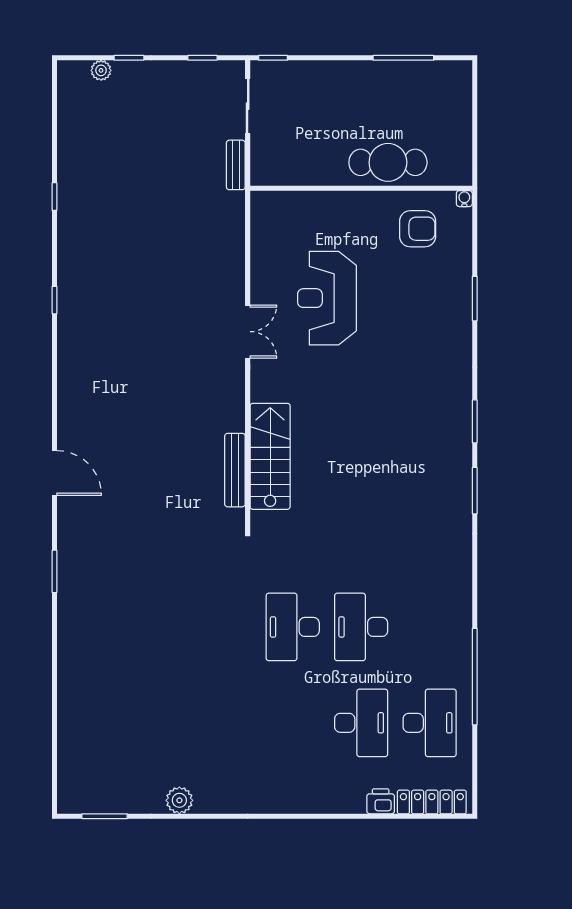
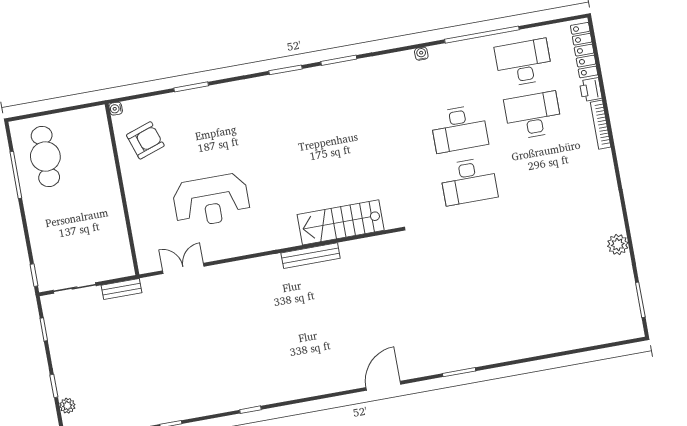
cafe table: (388, 162) -> (45, 156), moved
armchair: (418, 229) -> (145, 140), turned 71
double door: (248, 332) -> (183, 268), moved
bench: (235, 470) -> (311, 256), moved
water cooler: (464, 596) -> (421, 54), added
bookcase: (334, 806) -> (601, 125), added

